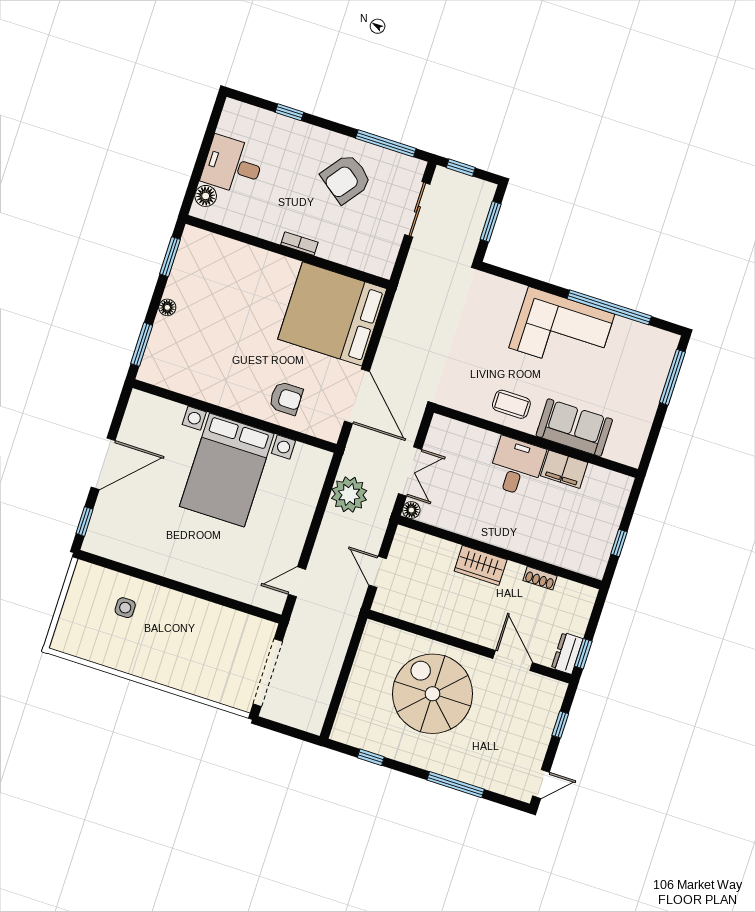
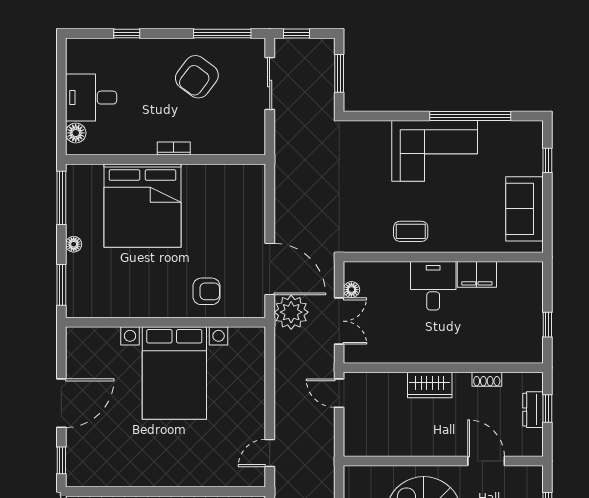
window: (170, 257) -> (61, 198), width x1.44
bed: (332, 314) -> (142, 206), moved, turned -90
window: (672, 377) -> (547, 160), width x0.46
sofa: (574, 428) -> (524, 209), moved, turned -90
plant: (349, 494) -> (291, 312), moved
floor lamp: (411, 510) -> (351, 290), moved
door: (378, 572) -> (339, 393), moved
dresser: (567, 653) -> (533, 410), moved
window: (583, 654) -> (547, 409), moved

